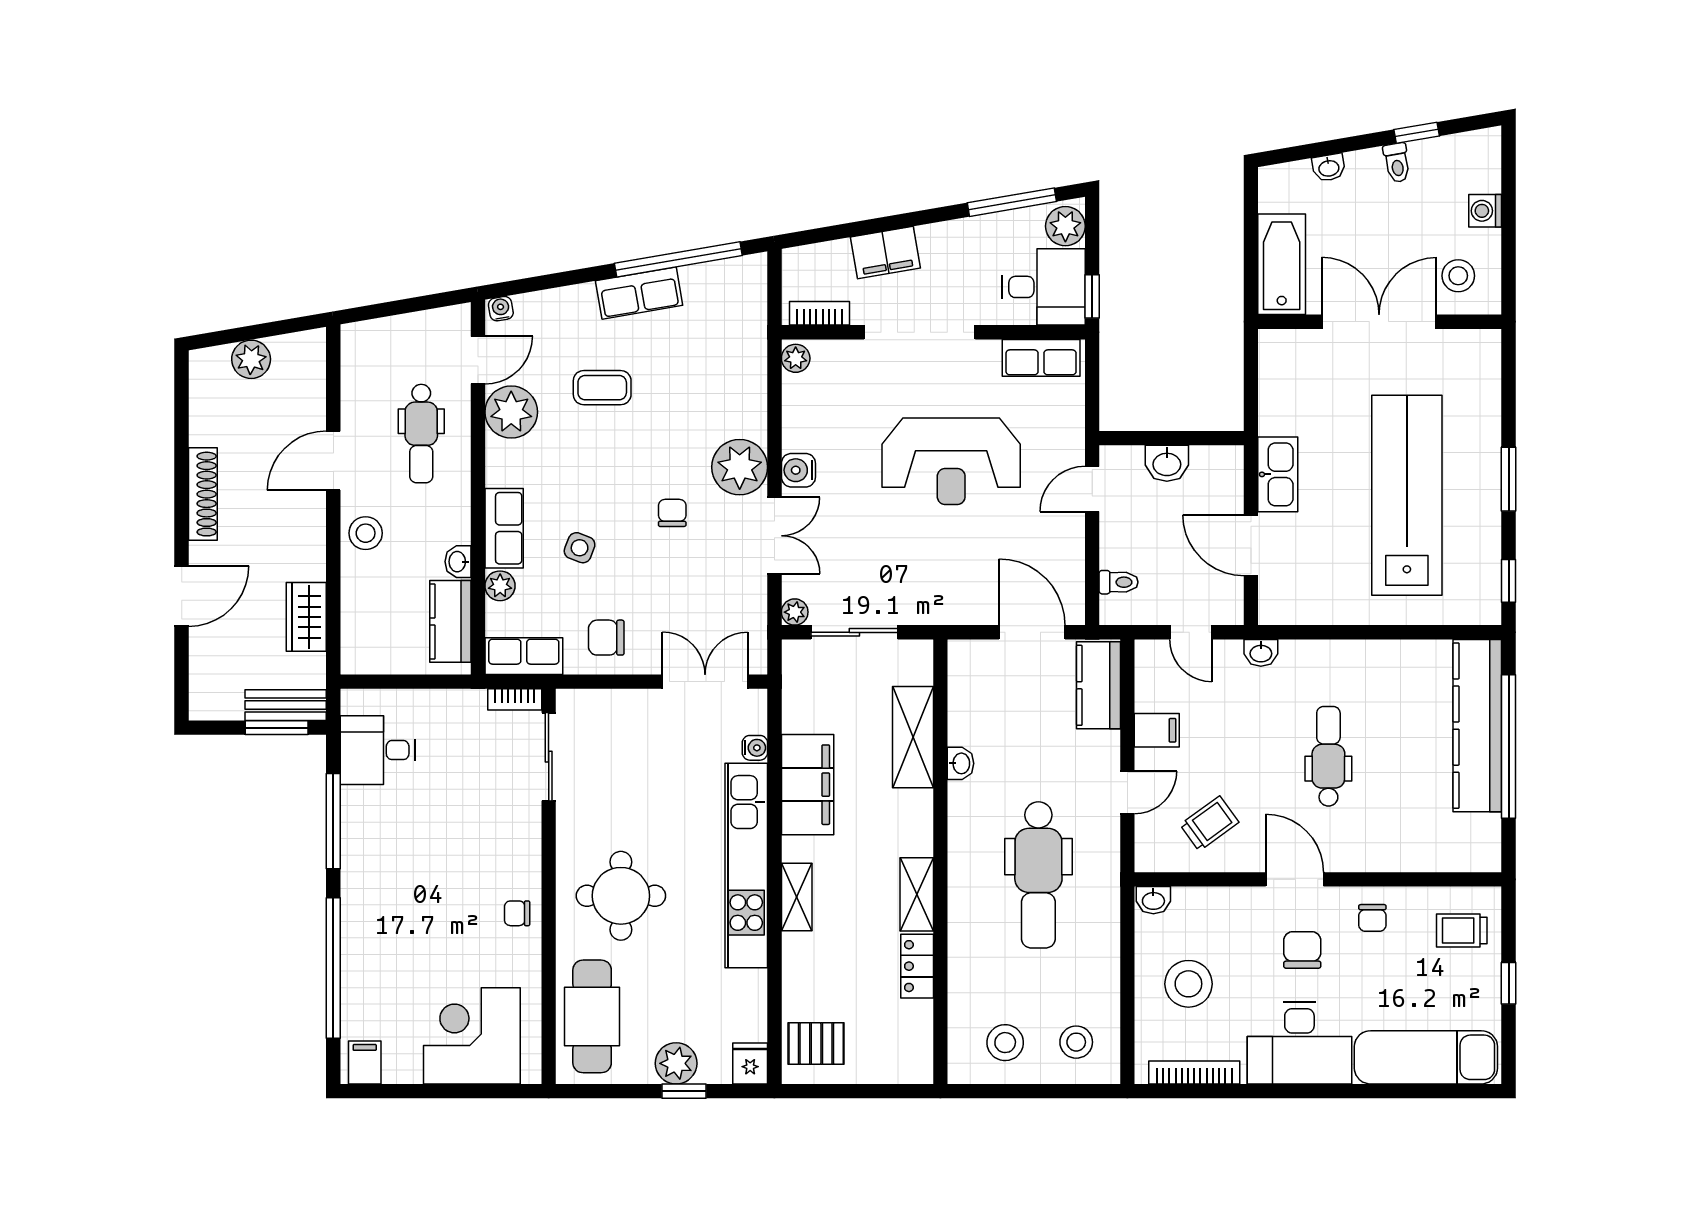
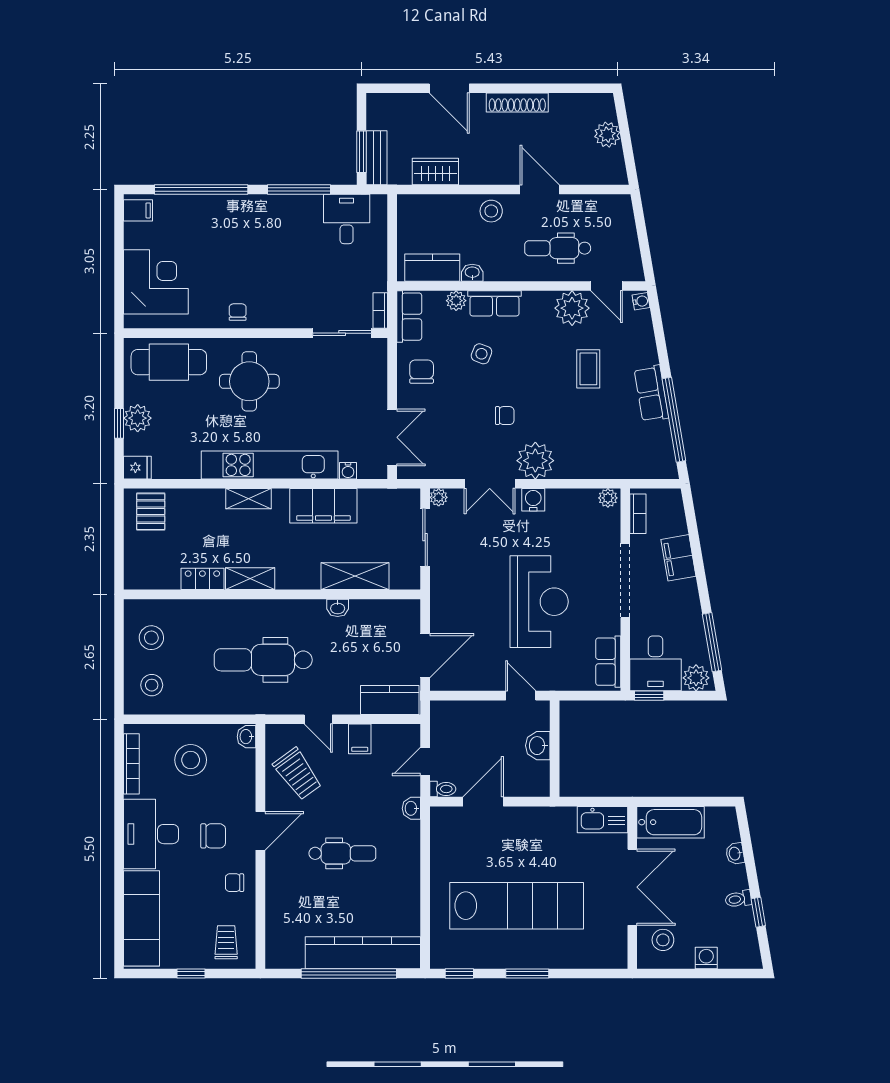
reception desk: (951, 461) -> (539, 602), turned 180
kitchen sink: (1278, 474) -> (602, 820), moved
toilet: (1118, 582) -> (443, 789), moved, turned -90
trolley: (1209, 823) -> (298, 774), width x1.36, depth x1.39

